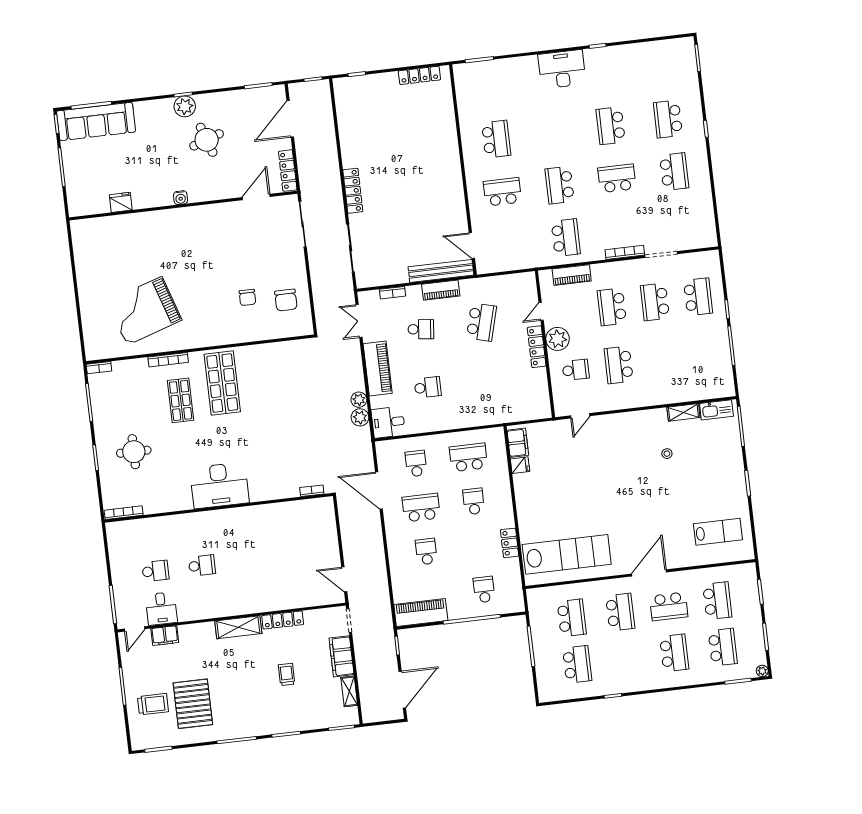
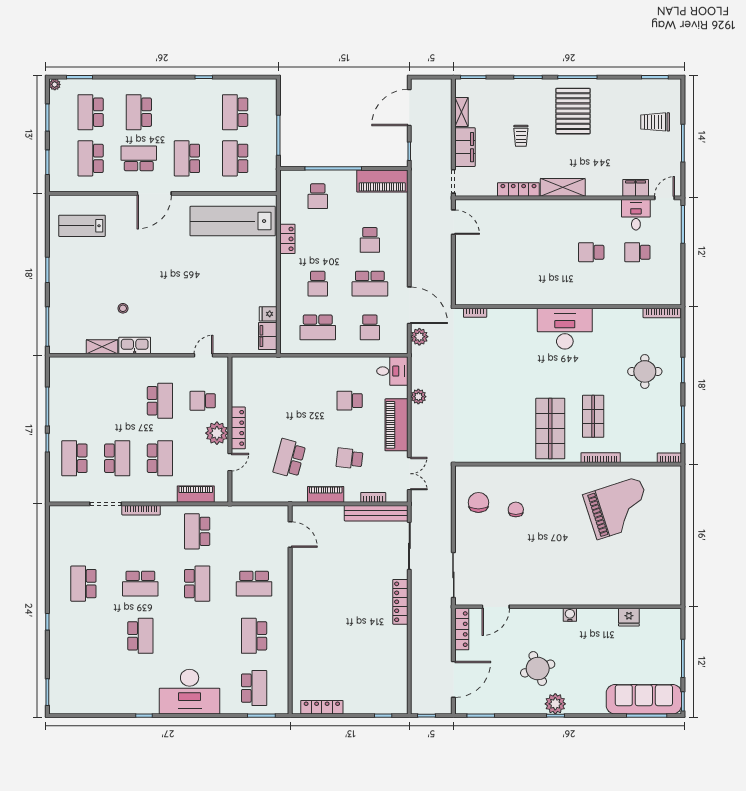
desk: (562, 69) -> (190, 692), width x1.36, depth x1.30
school desk: (668, 119) -> (254, 688), moved
bench: (441, 271) -> (376, 513), moved
kitchen sink: (716, 410) -> (135, 345), moved
plant: (360, 417) -> (419, 337), moved
pallet: (193, 704) -> (573, 111), moved

